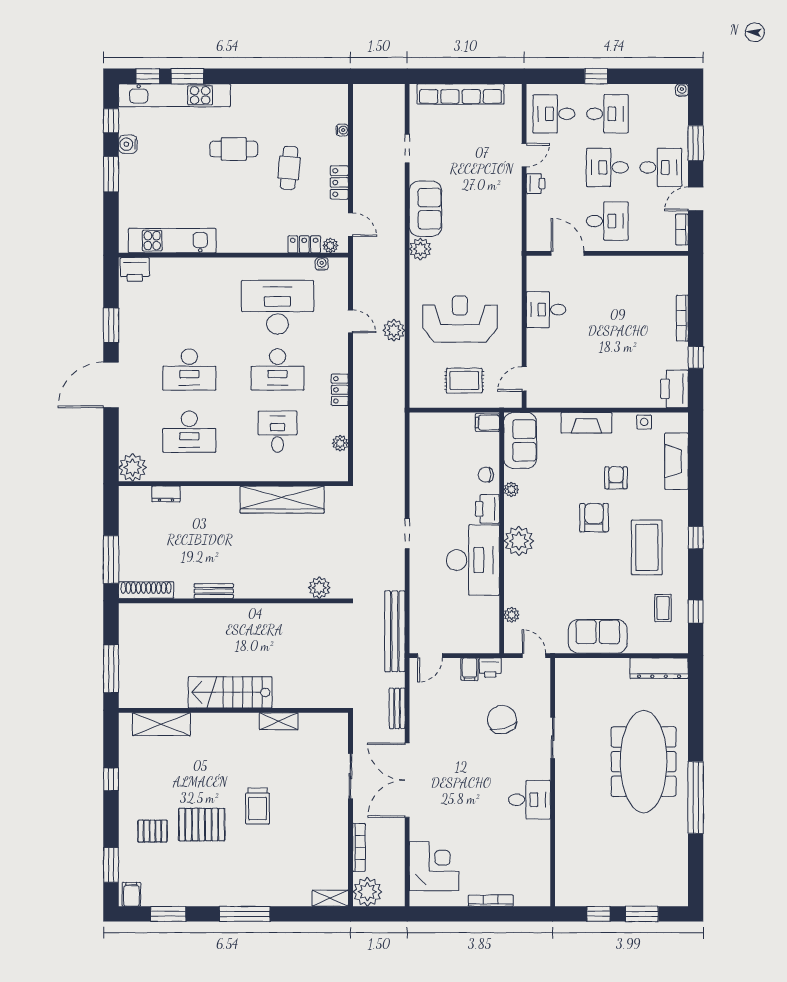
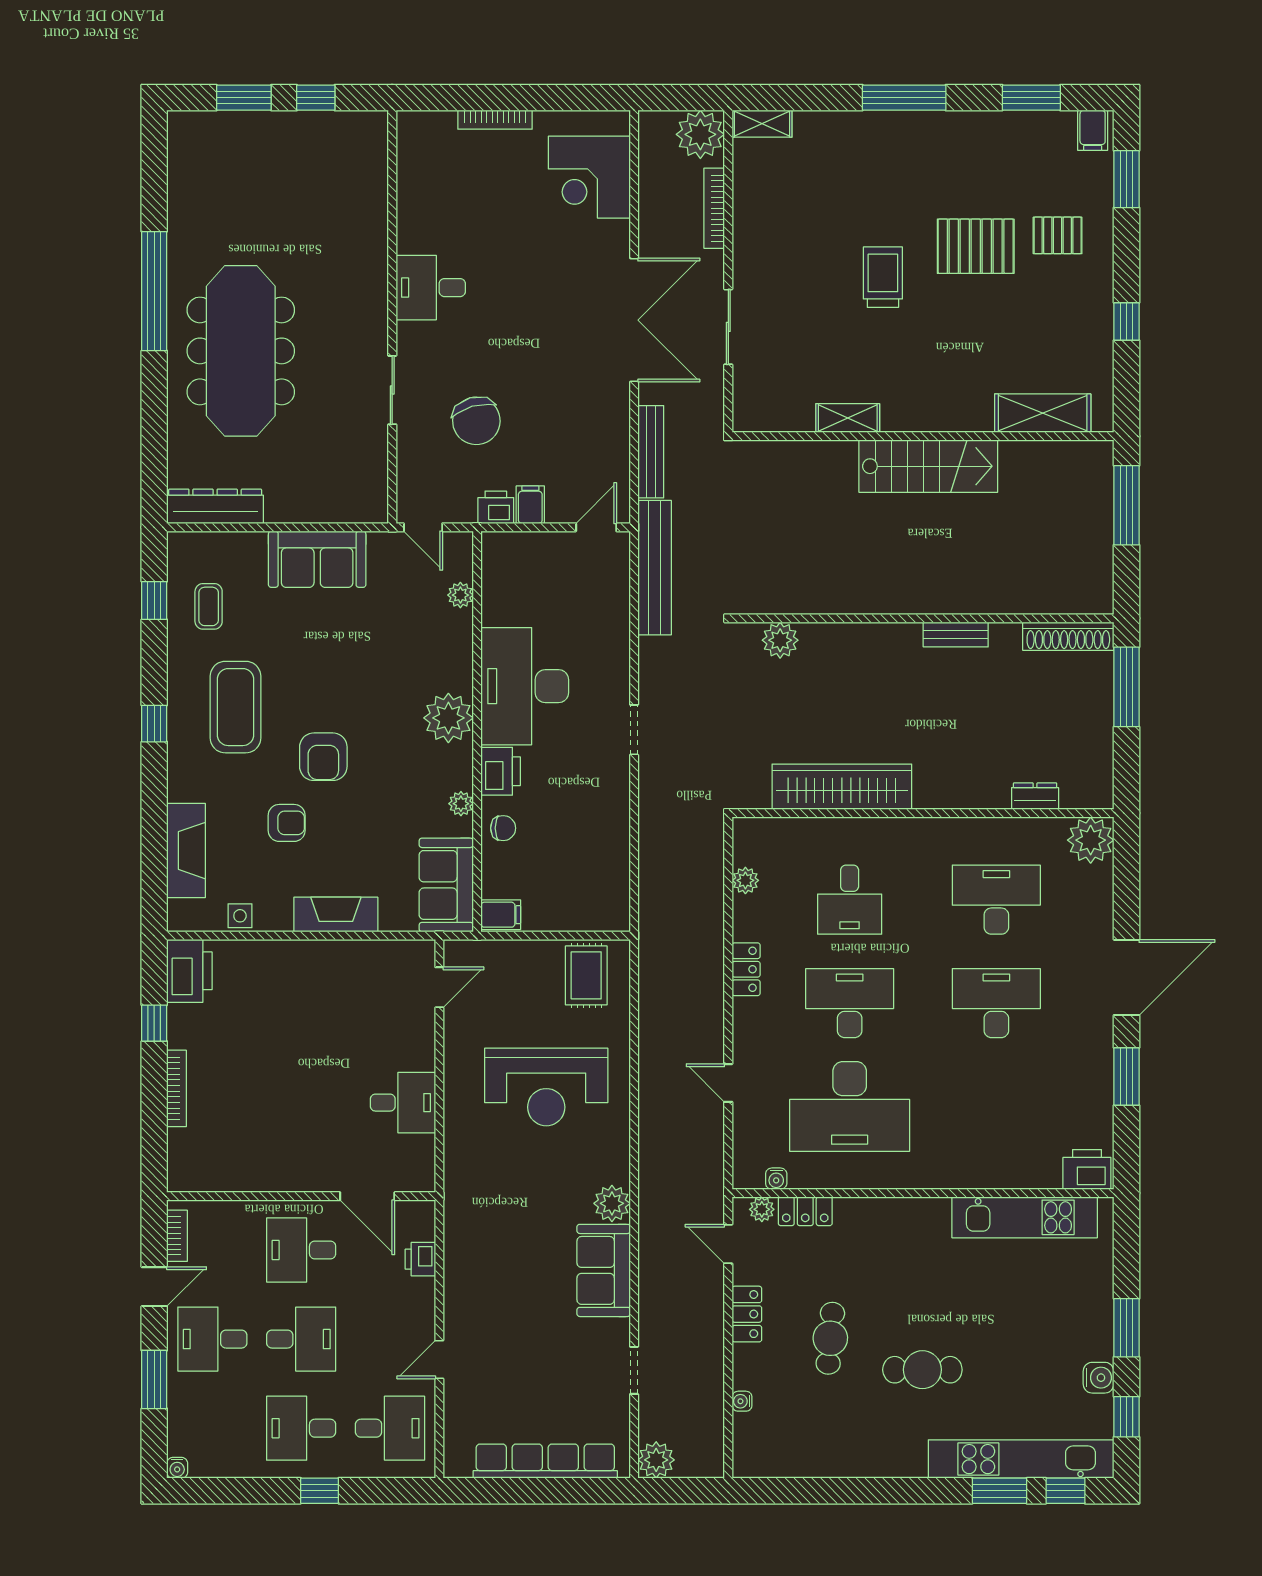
printer: (536, 184) -> (420, 1259), moved
plant: (394, 330) -> (656, 1460), moved
rug: (464, 381) -> (586, 975), moved, turned 90
armchair: (616, 478) -> (287, 823), turned -90
bench: (397, 708) -> (651, 452), width x1.36

